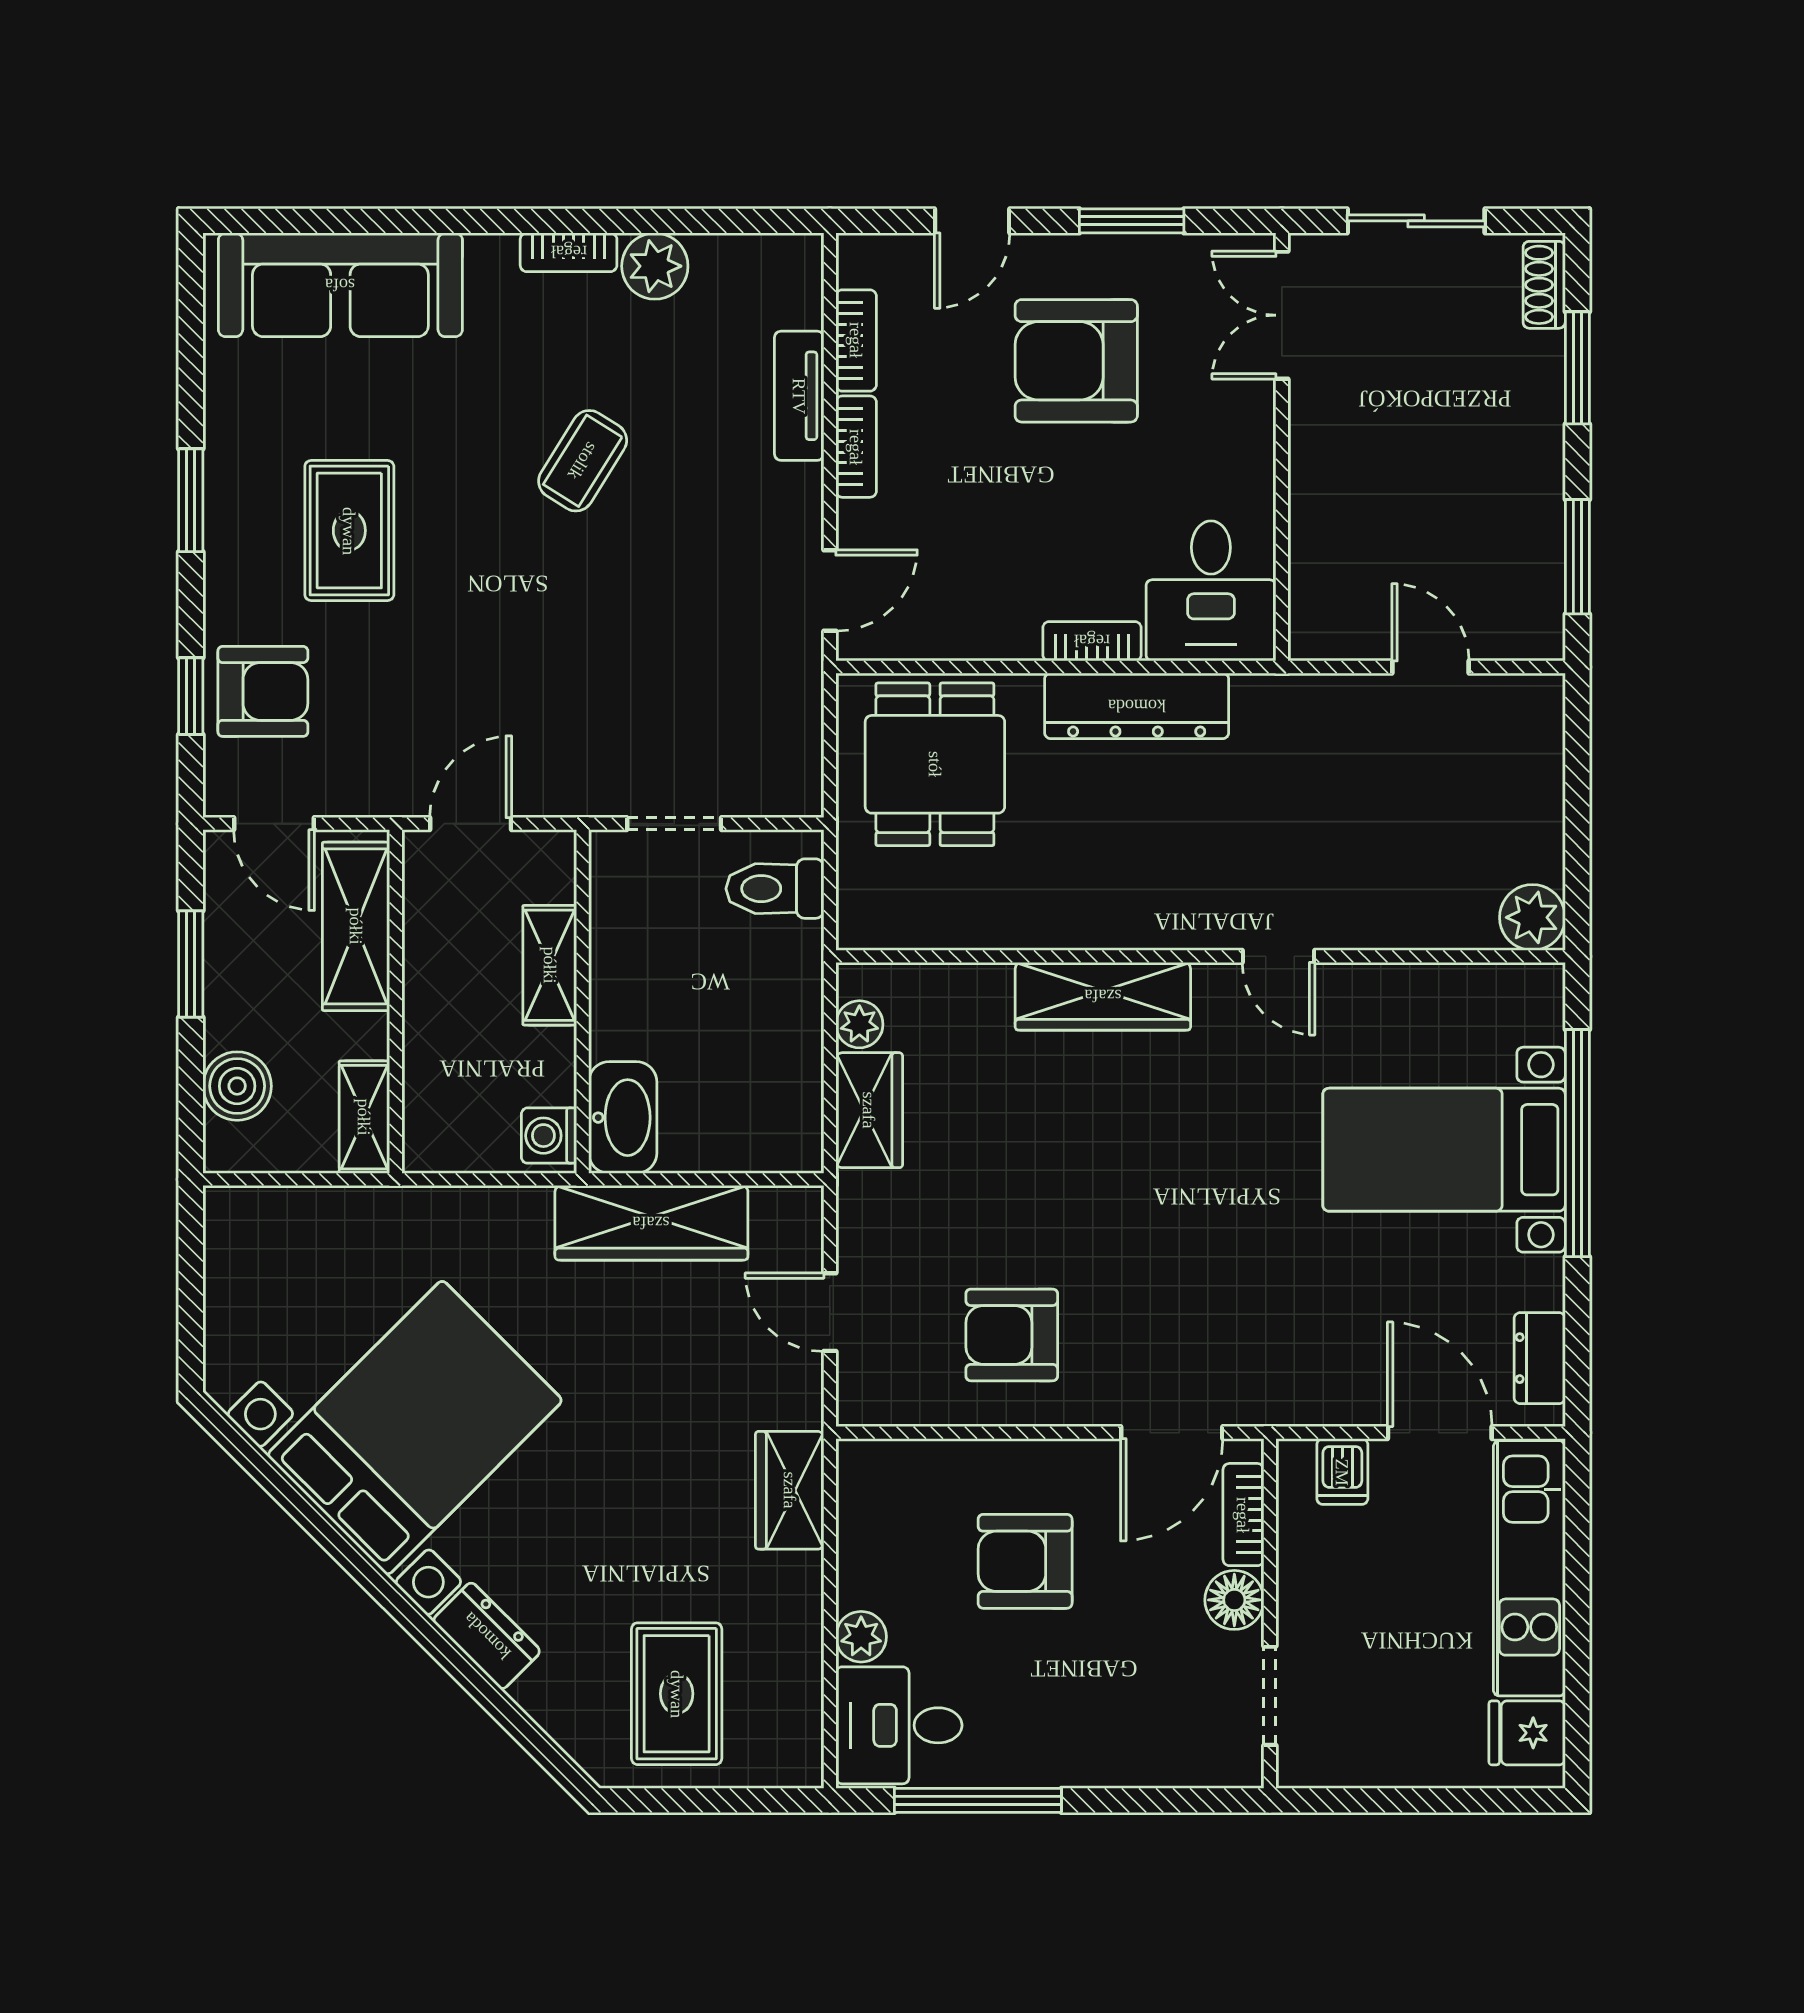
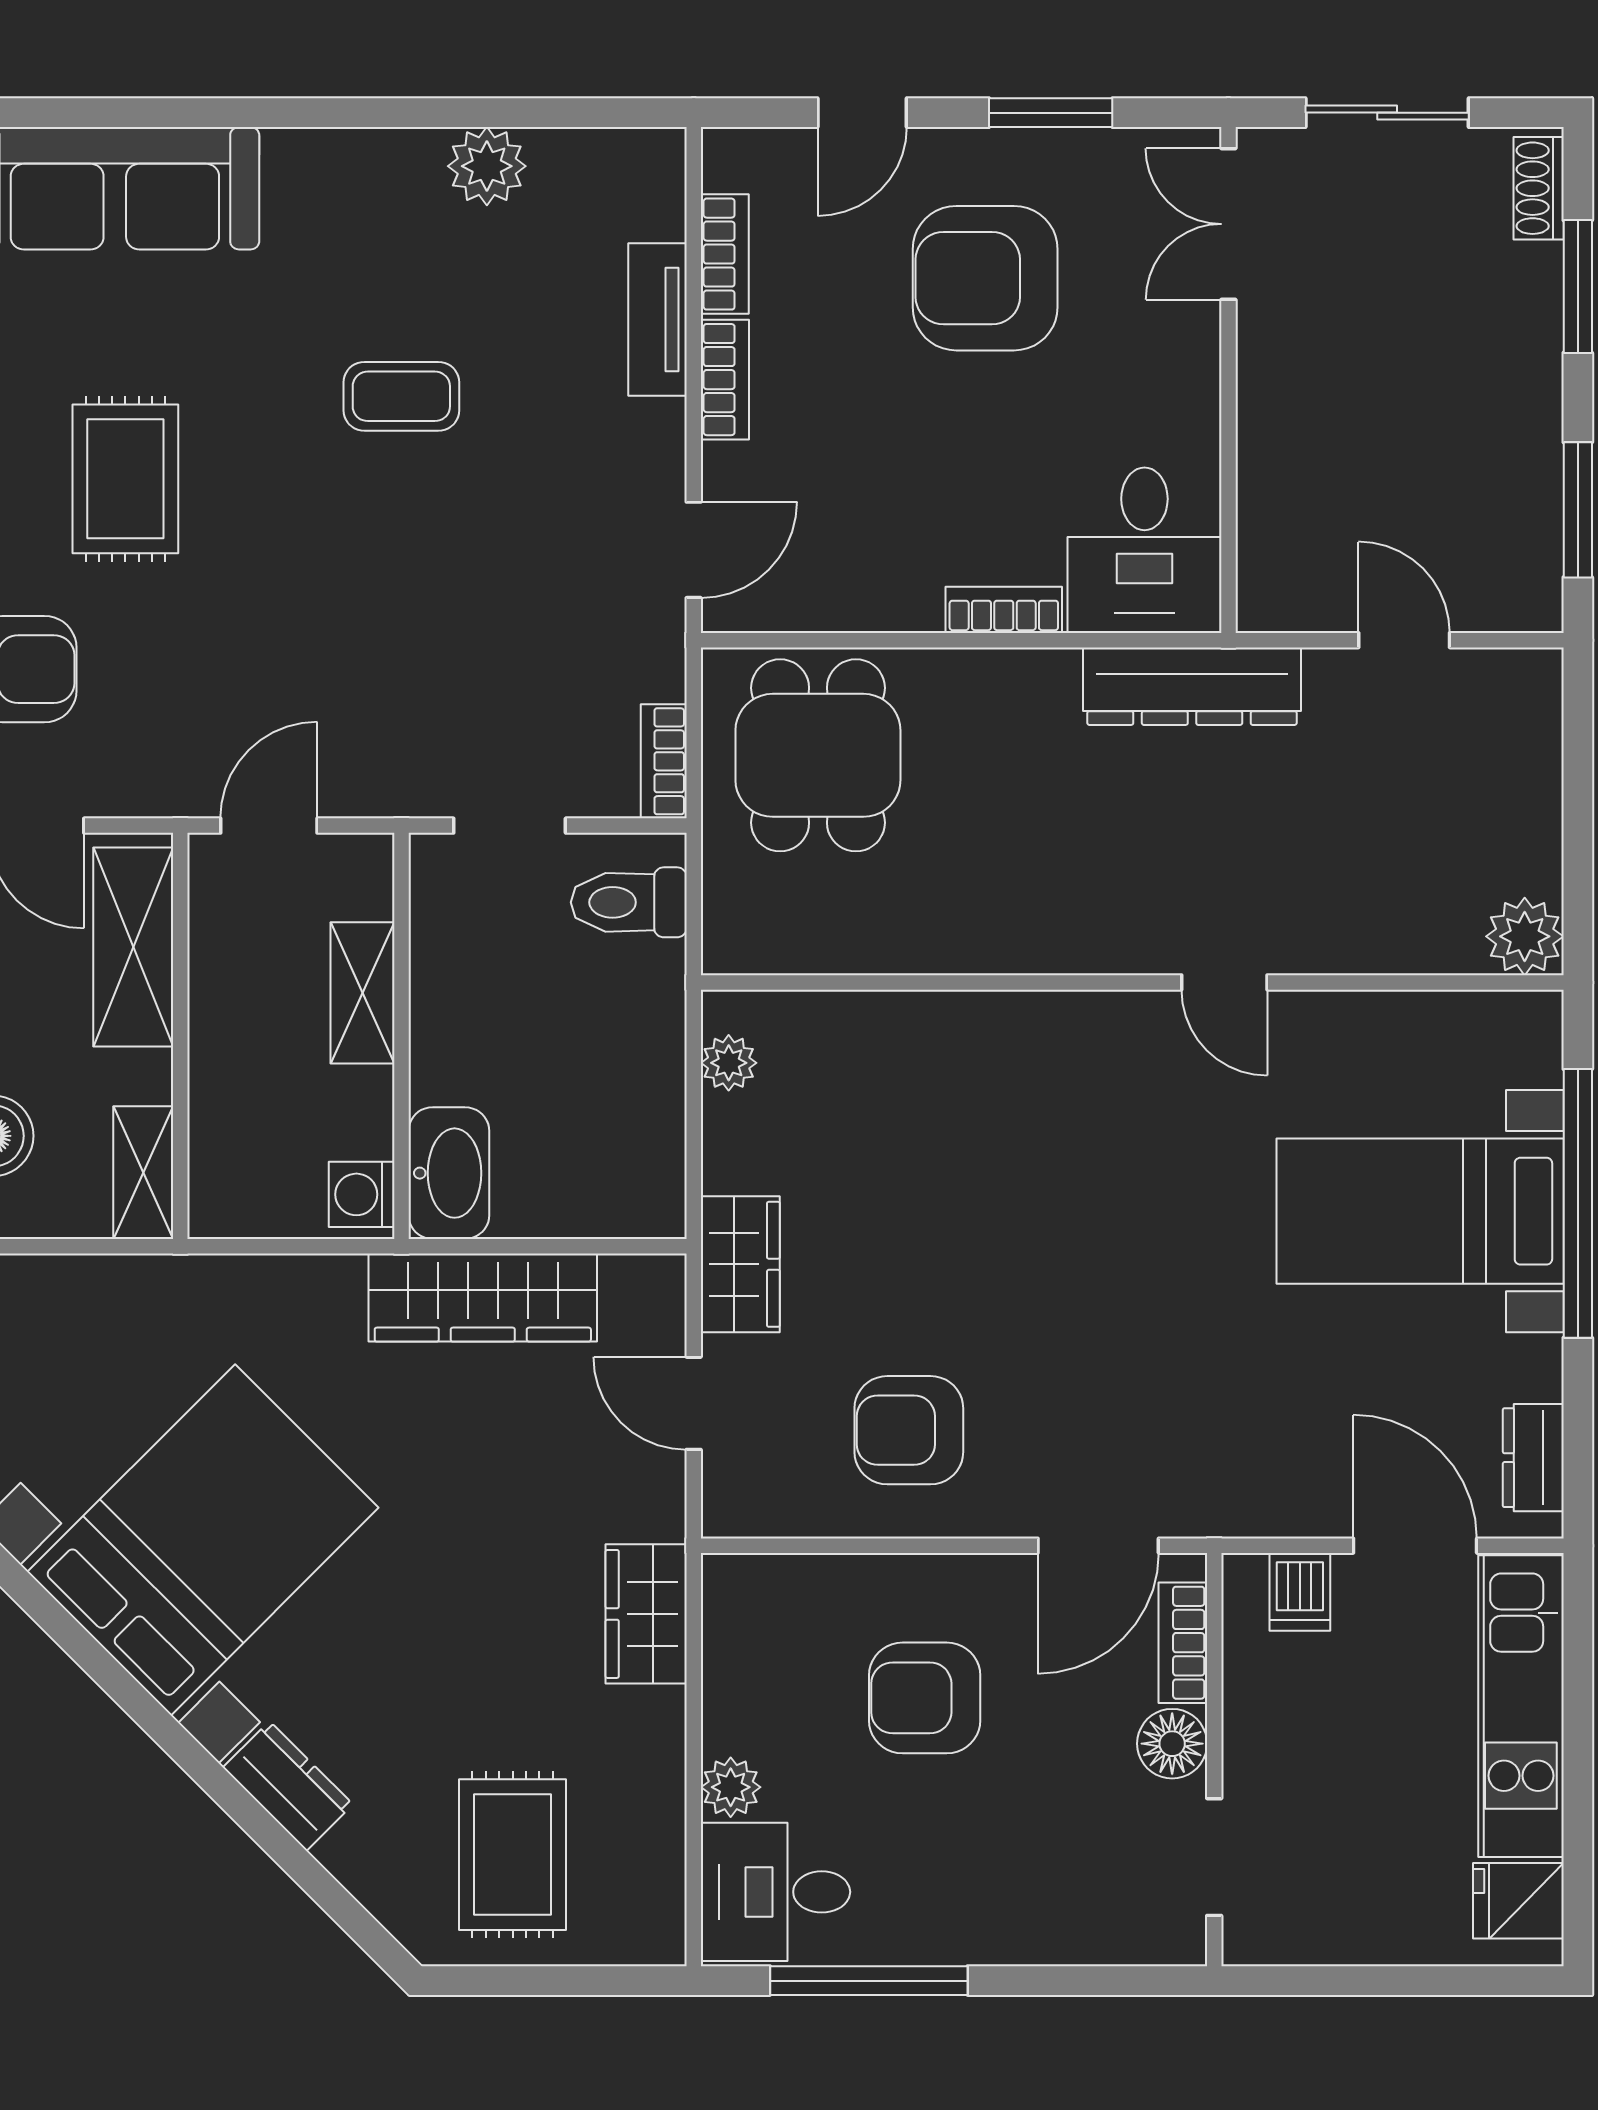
bookcase: (569, 252) -> (664, 761), moved, turned 90
coffee table: (583, 461) -> (401, 396), turned 58
dresser: (1137, 706) -> (1192, 686), moved
wardrobe: (1103, 996) -> (1017, 1030), removed
wardrobe: (869, 1110) -> (740, 1264), moved

